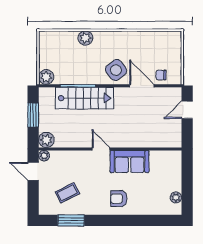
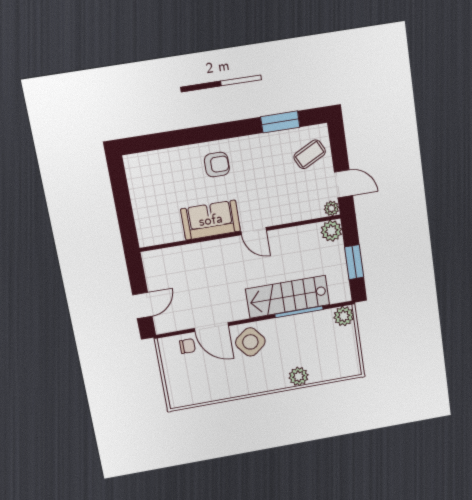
coffee table: (67, 193) -> (310, 154), moved
plant: (176, 197) -> (135, 180), removed

